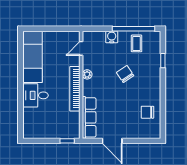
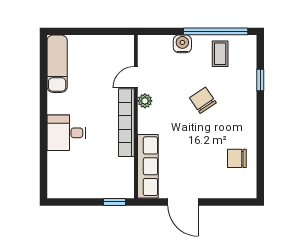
door: (81, 48) -> (136, 77), moved
exam couch: (32, 57) -> (57, 64), width x0.73, depth x0.69

